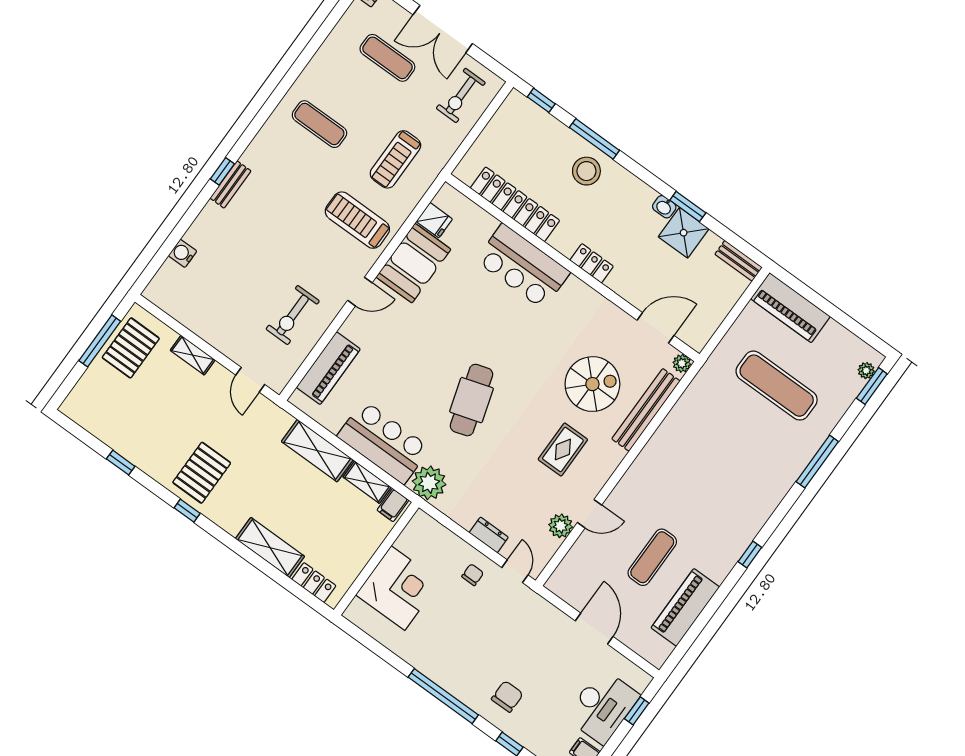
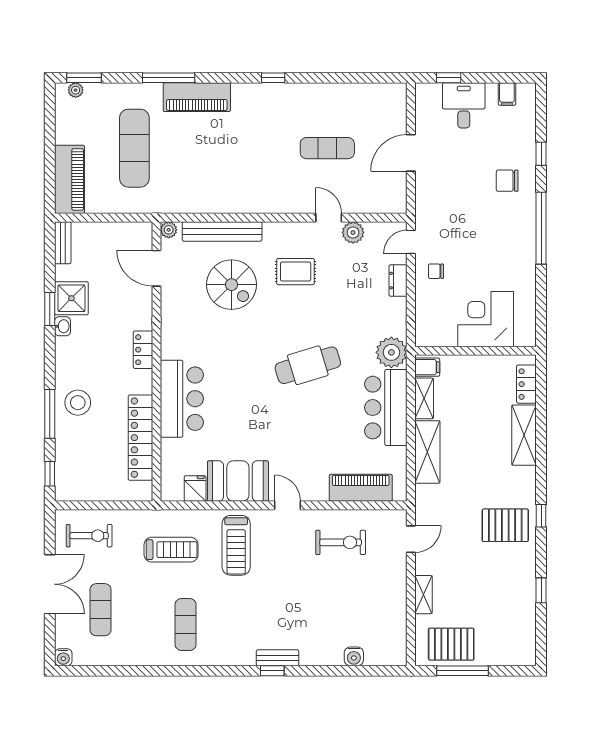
spiral stairs: (592, 384) -> (232, 285), turned 180
piano: (685, 607) -> (197, 97), moved
desk: (602, 706) -> (464, 105), width x0.73

